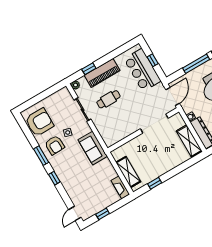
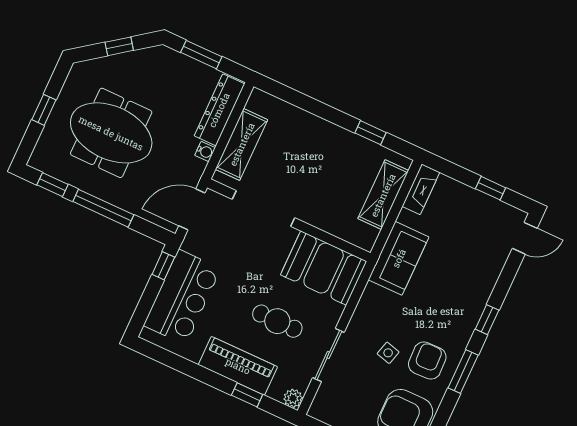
window: (153, 60) -> (163, 266), moved
booth: (116, 130) -> (324, 268), added
shelving: (189, 141) -> (242, 144), moved
sofa: (93, 148) -> (399, 258), moved

